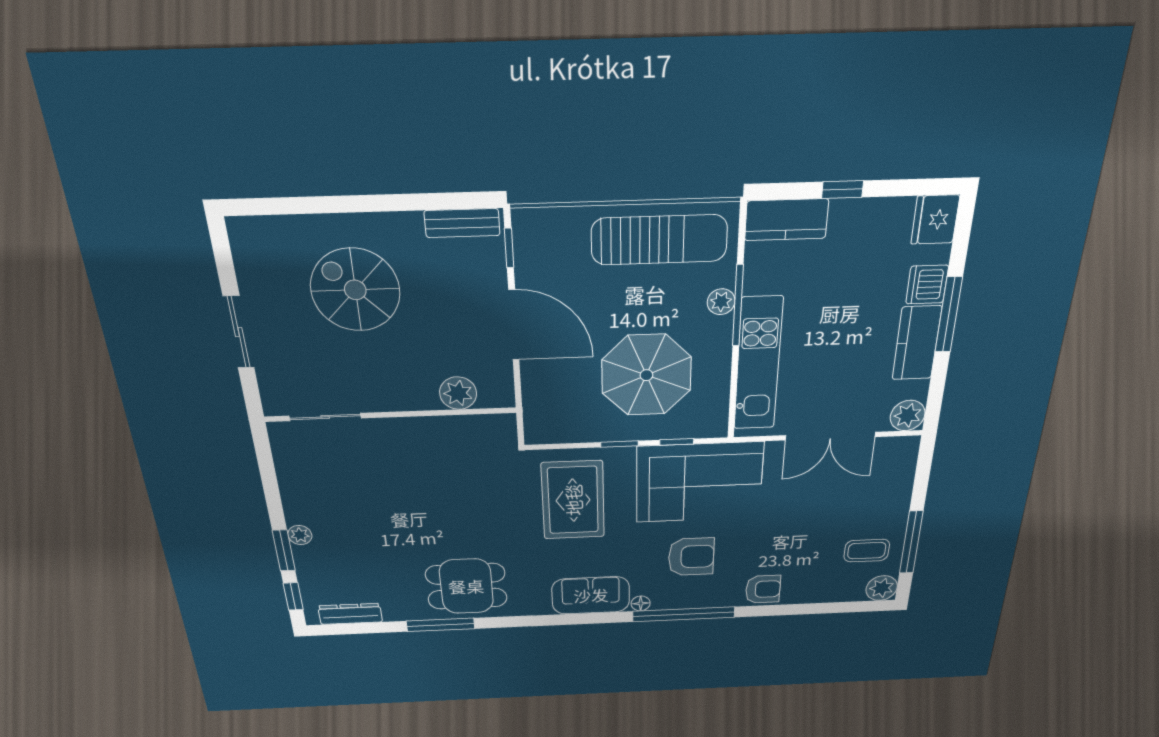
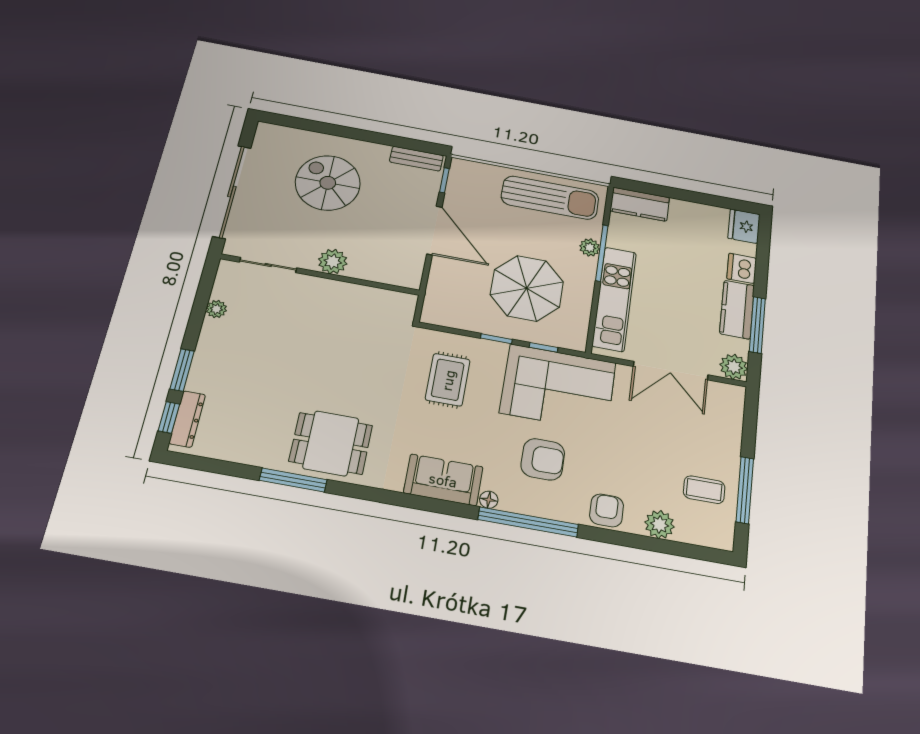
window: (842, 190) -> (679, 194), removed
window: (949, 315) -> (757, 325), moved
sliding door: (239, 332) -> (232, 192), width x1.86
plant: (458, 393) -> (333, 262), moved
rug: (573, 500) -> (448, 380), width x0.73, depth x0.70
plant: (300, 535) -> (216, 309), moved
plant: (882, 588) -> (660, 525), moved
armchair: (763, 589) -> (607, 510), turned -90
dresser: (350, 614) -> (187, 419), moved, turned 90

